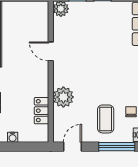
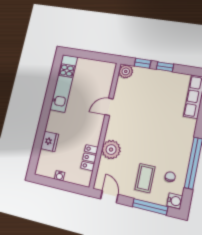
door: (51, 51) -> (109, 107), hinge flipped
door: (72, 147) -> (109, 197), hinge flipped

